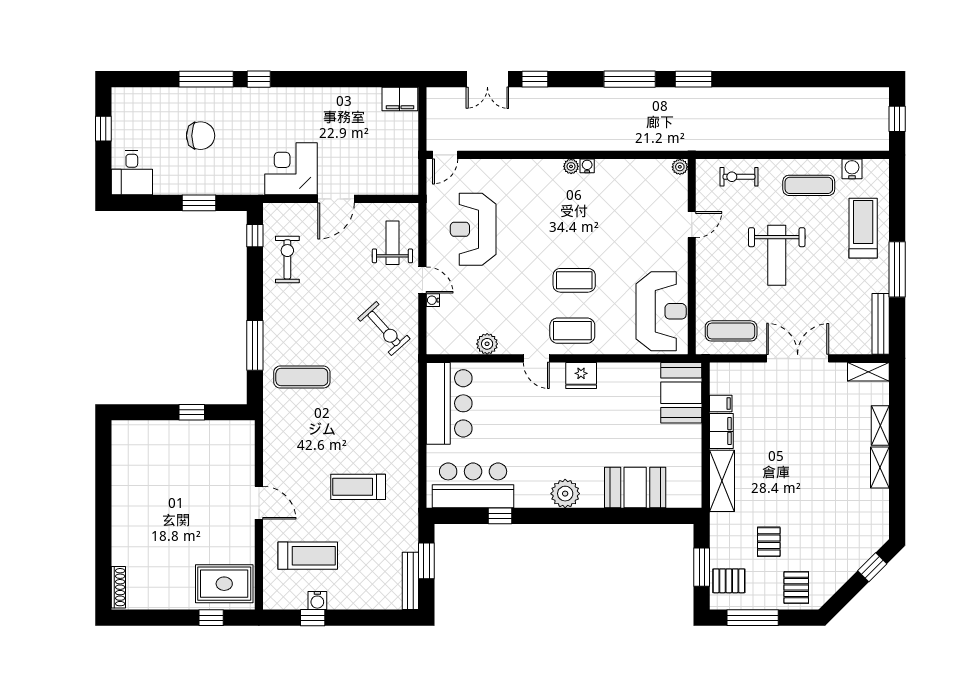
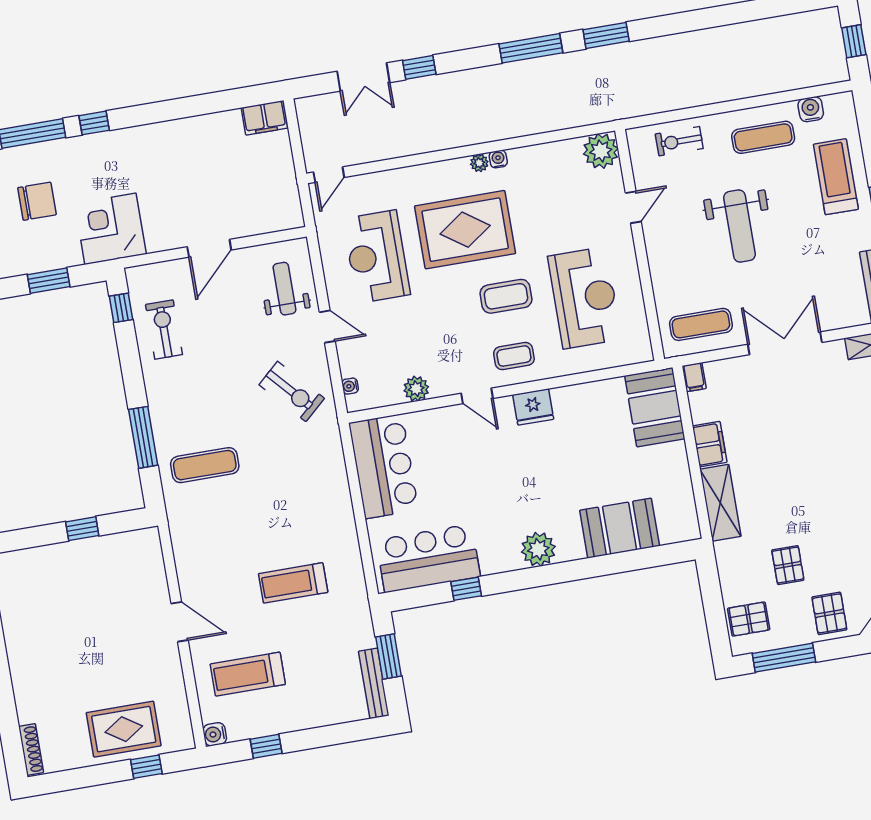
plant: (680, 167) -> (601, 151), width x1.88, depth x1.88
corner desk: (291, 169) -> (110, 229), moved
rug: (550, 220) -> (465, 230), added
water cooler: (433, 300) -> (350, 386), moved
reception desk: (661, 311) -> (585, 298), moved
coffee table: (572, 331) -> (514, 356), width x0.73, depth x0.77
filing cabinet: (721, 404) -> (694, 377), moved, turned 90
treadmill: (308, 556) -> (248, 674), turned 180
window: (702, 567) -> (714, 608), removed
rug: (224, 584) -> (124, 729), moved
water cooler: (317, 601) -> (215, 734), moved, turned 90

